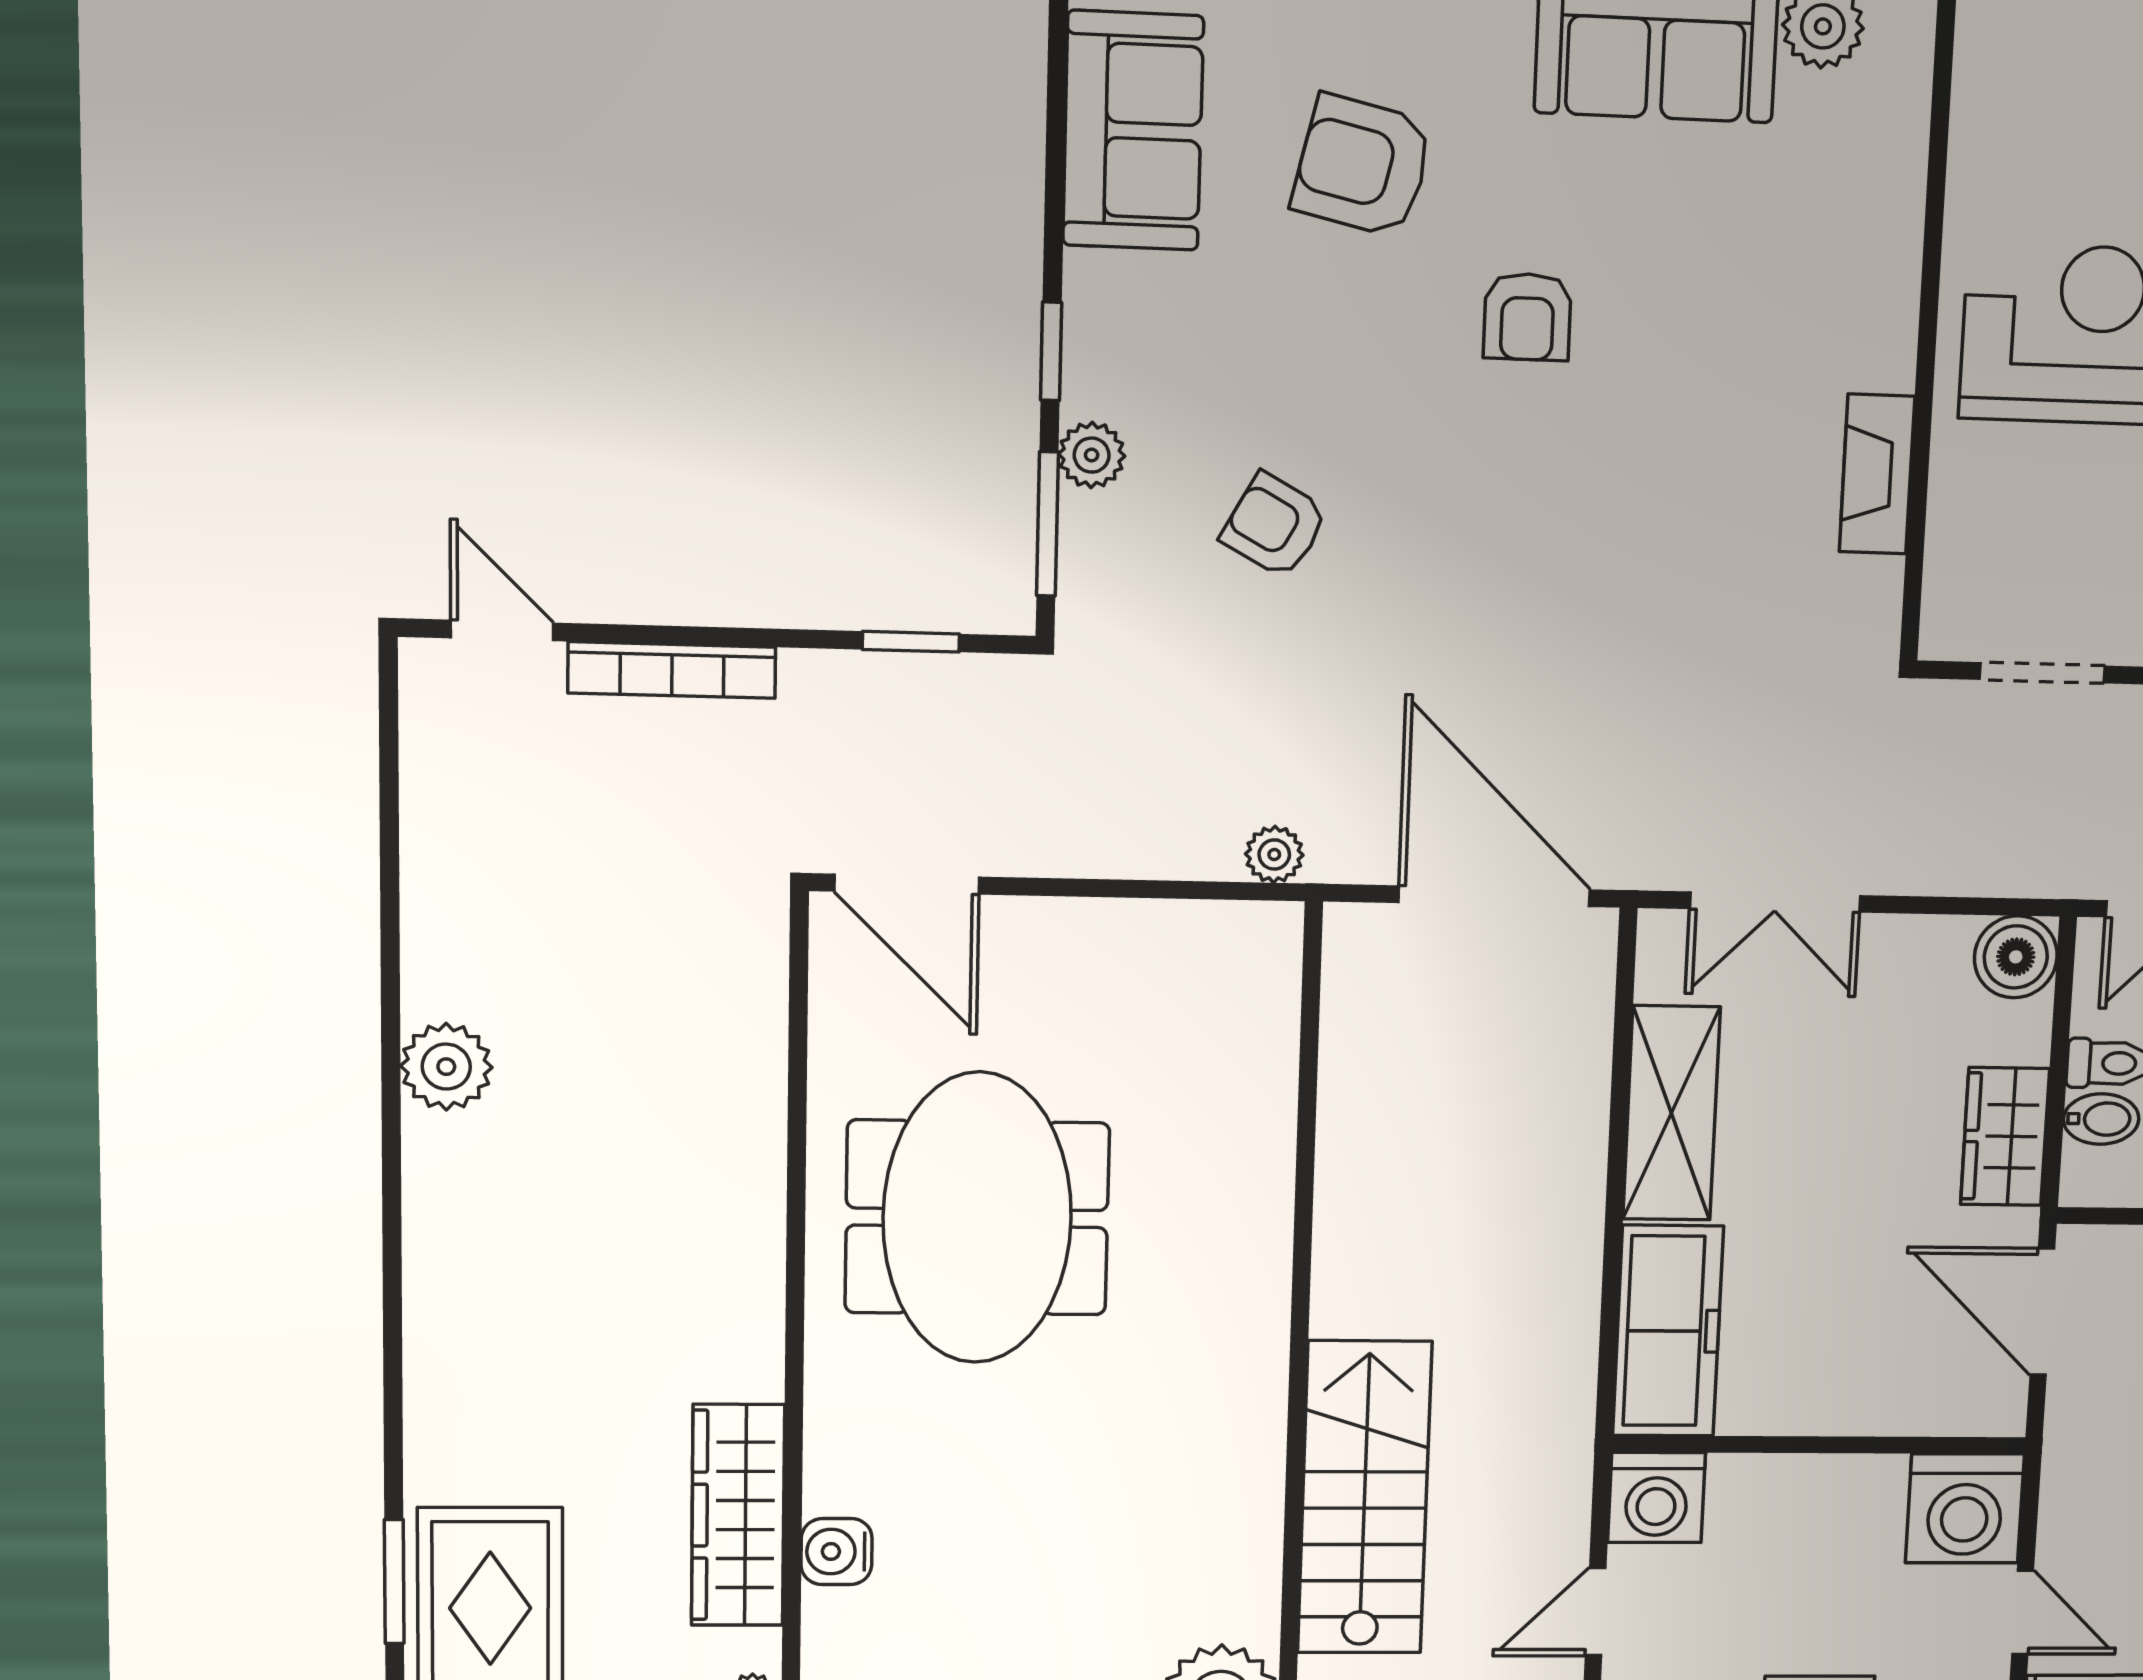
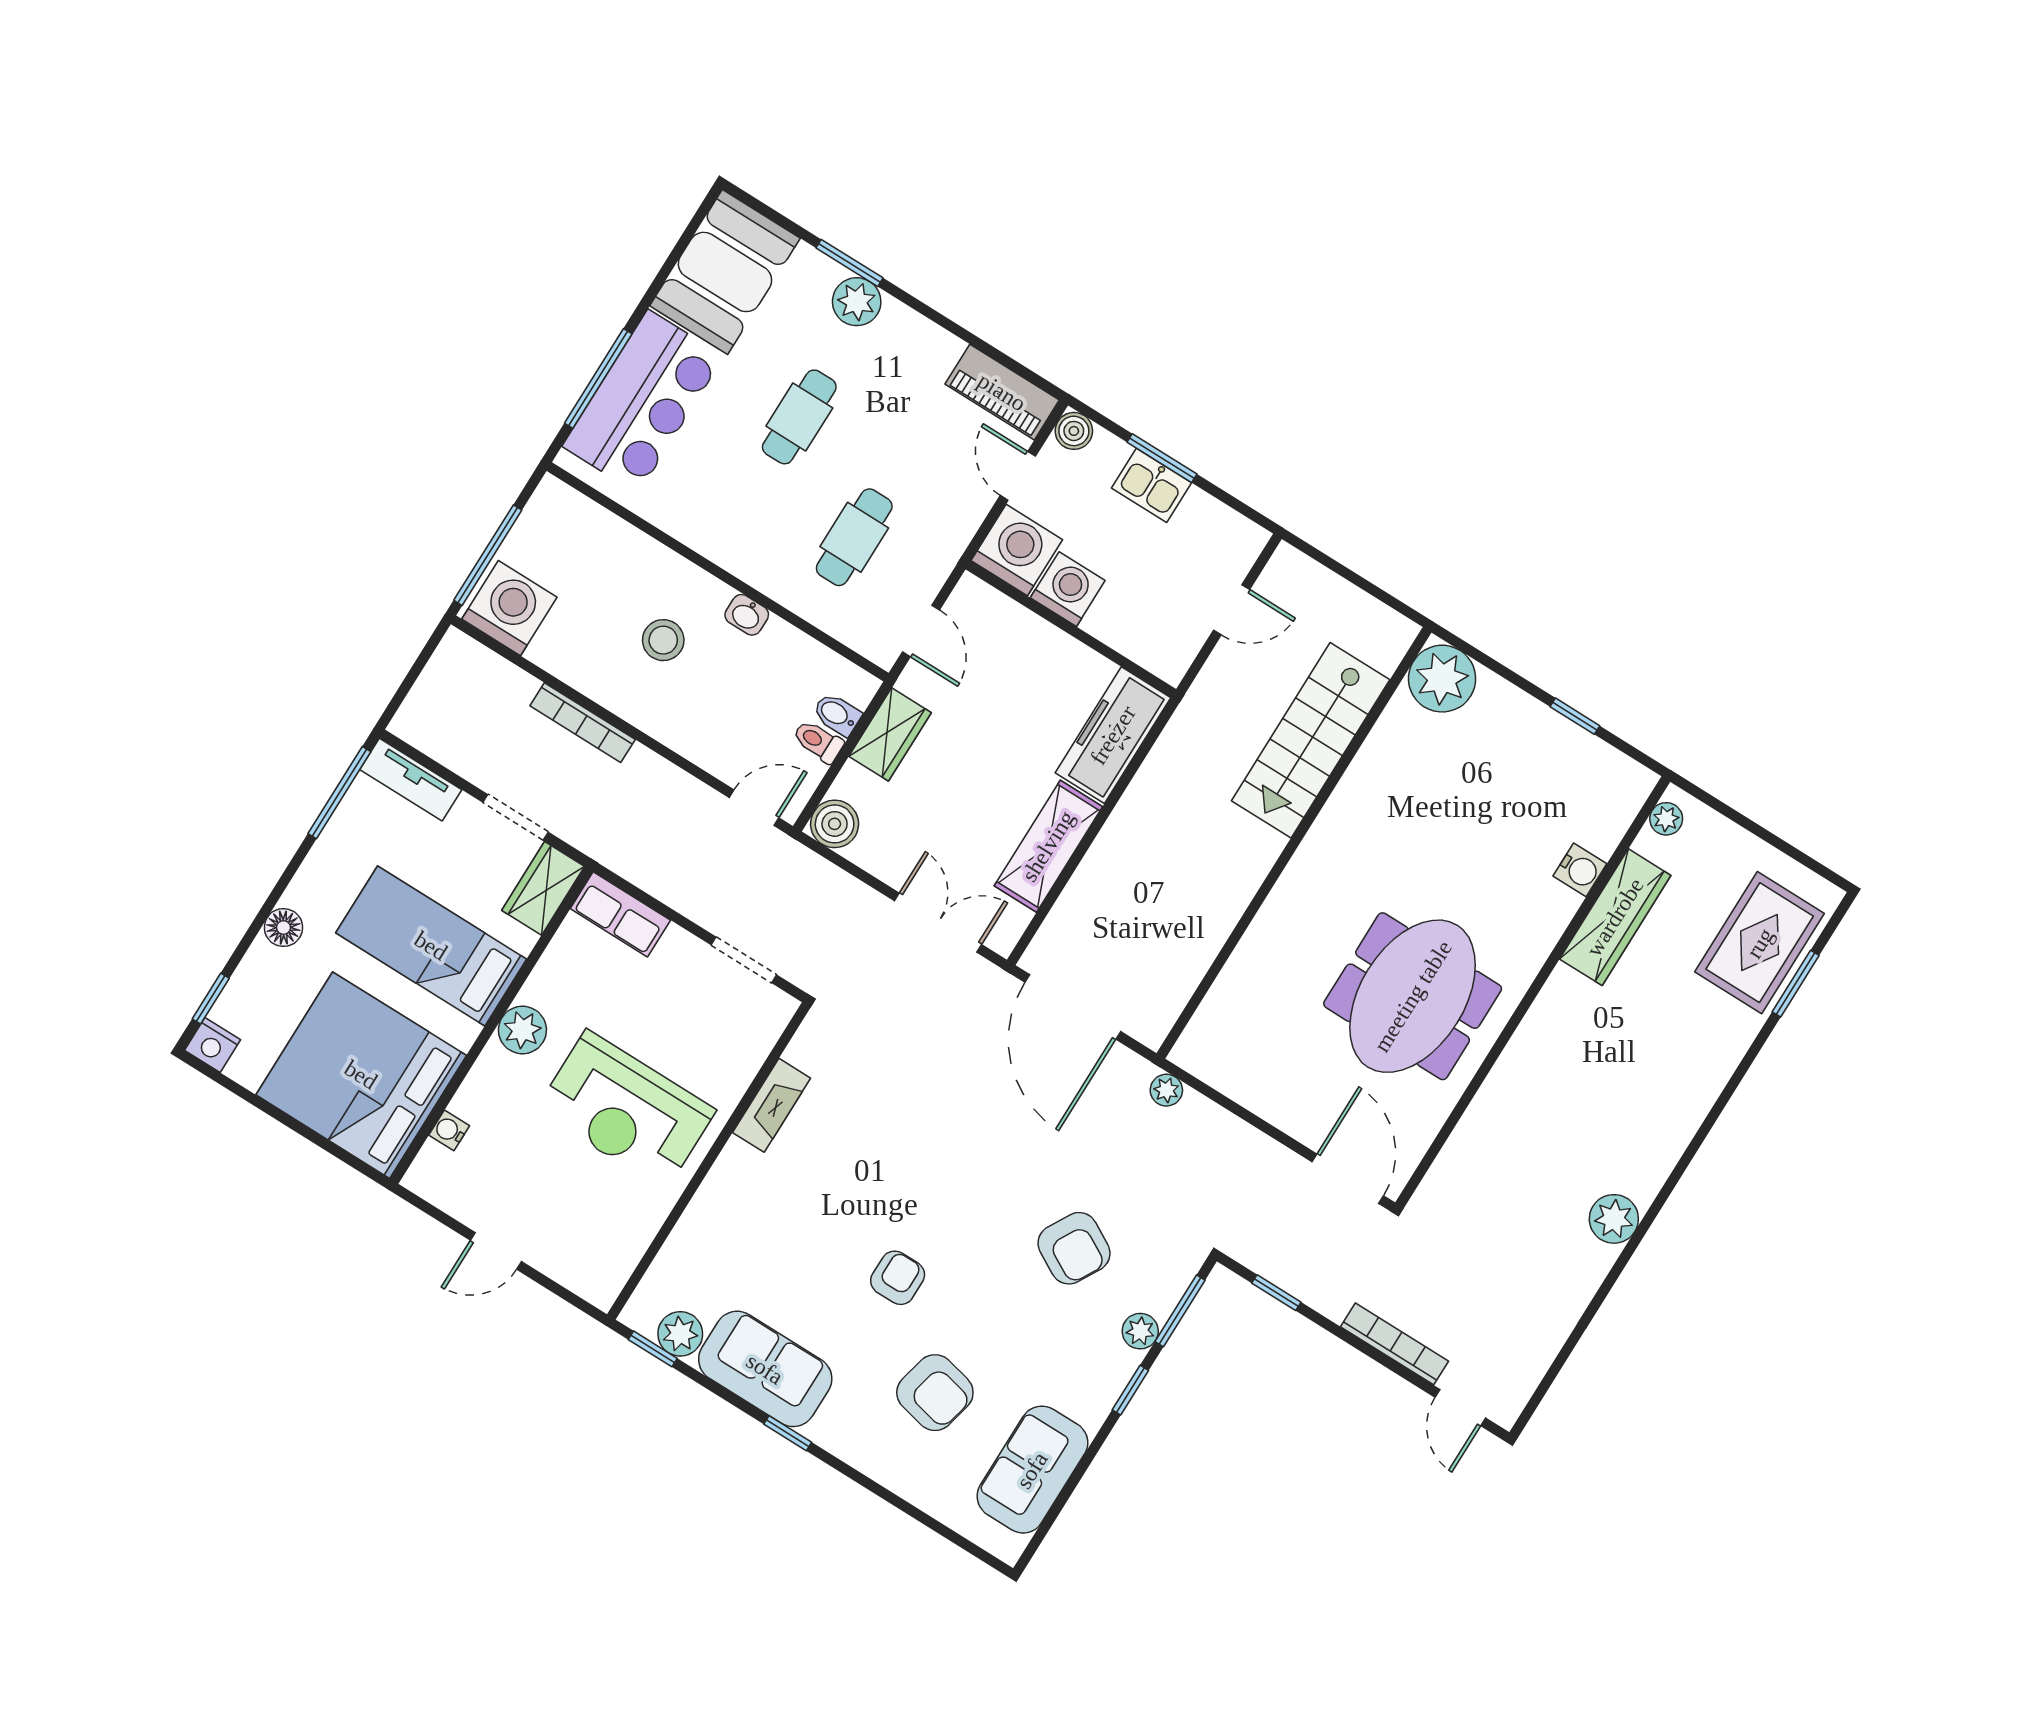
armchair: (1275, 525) -> (1074, 1248), width x1.38, depth x1.38
door: (2042, 1312) -> (921, 631), width x0.73
washing machine: (1656, 1498) -> (1068, 589), moved

